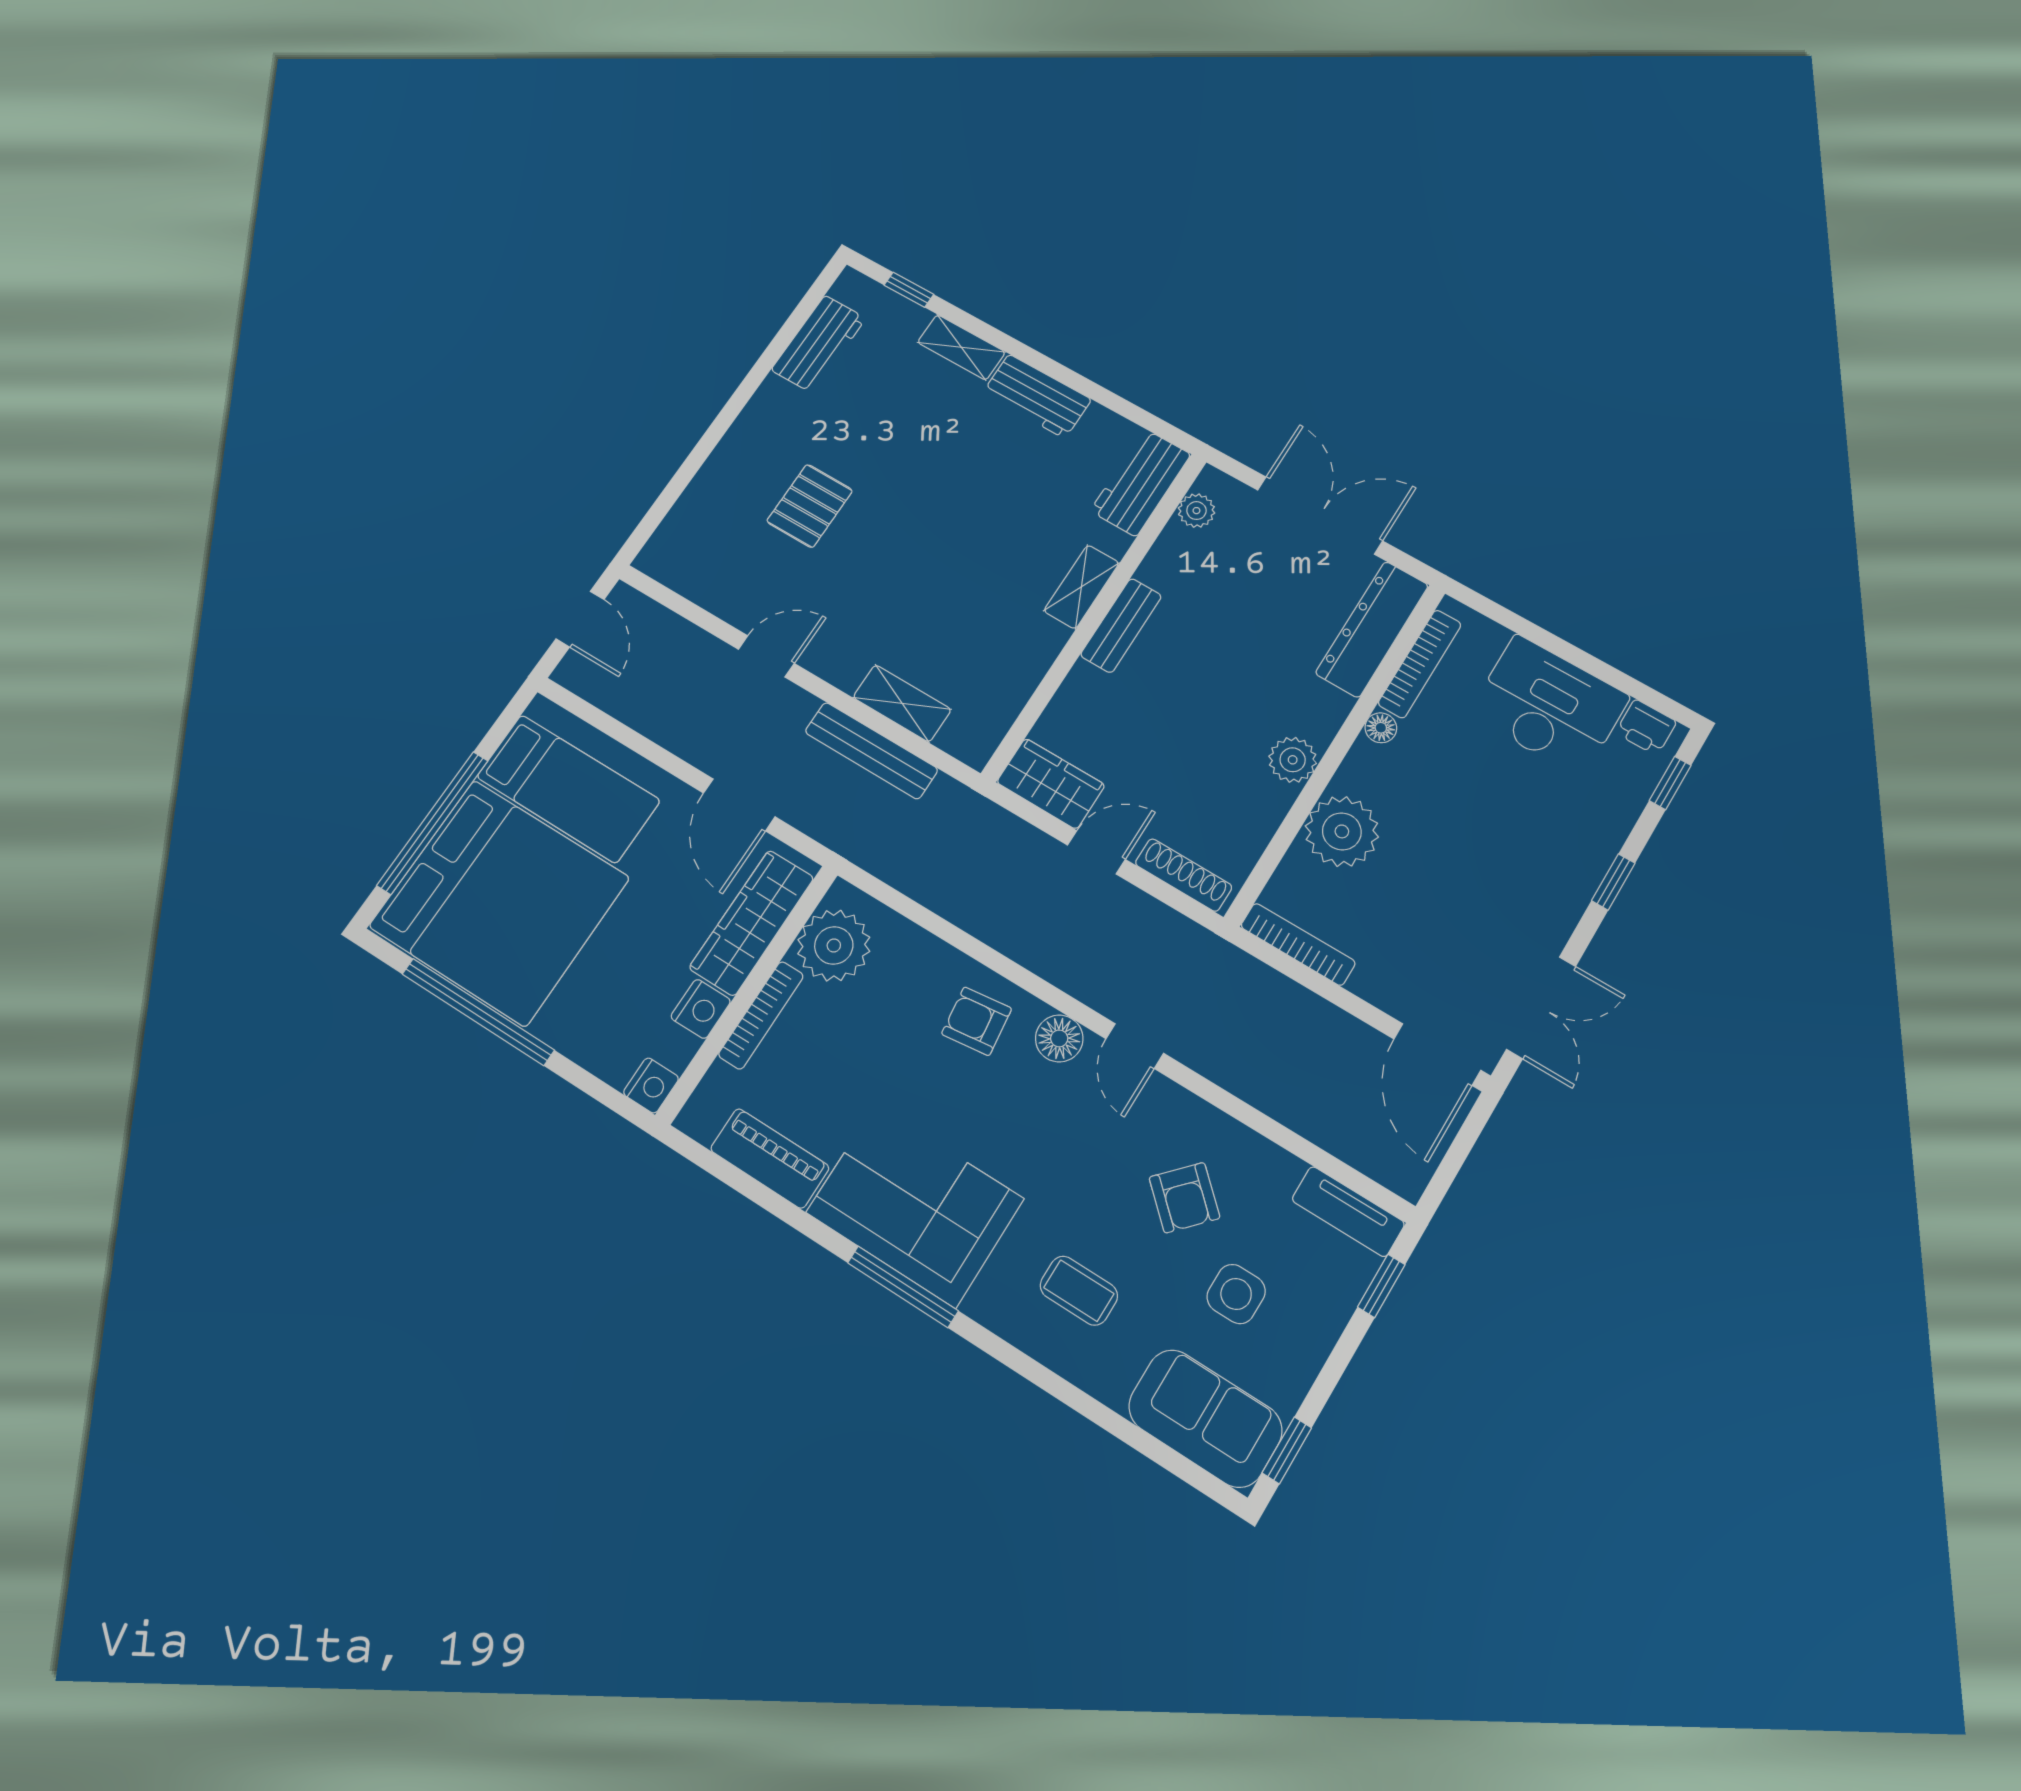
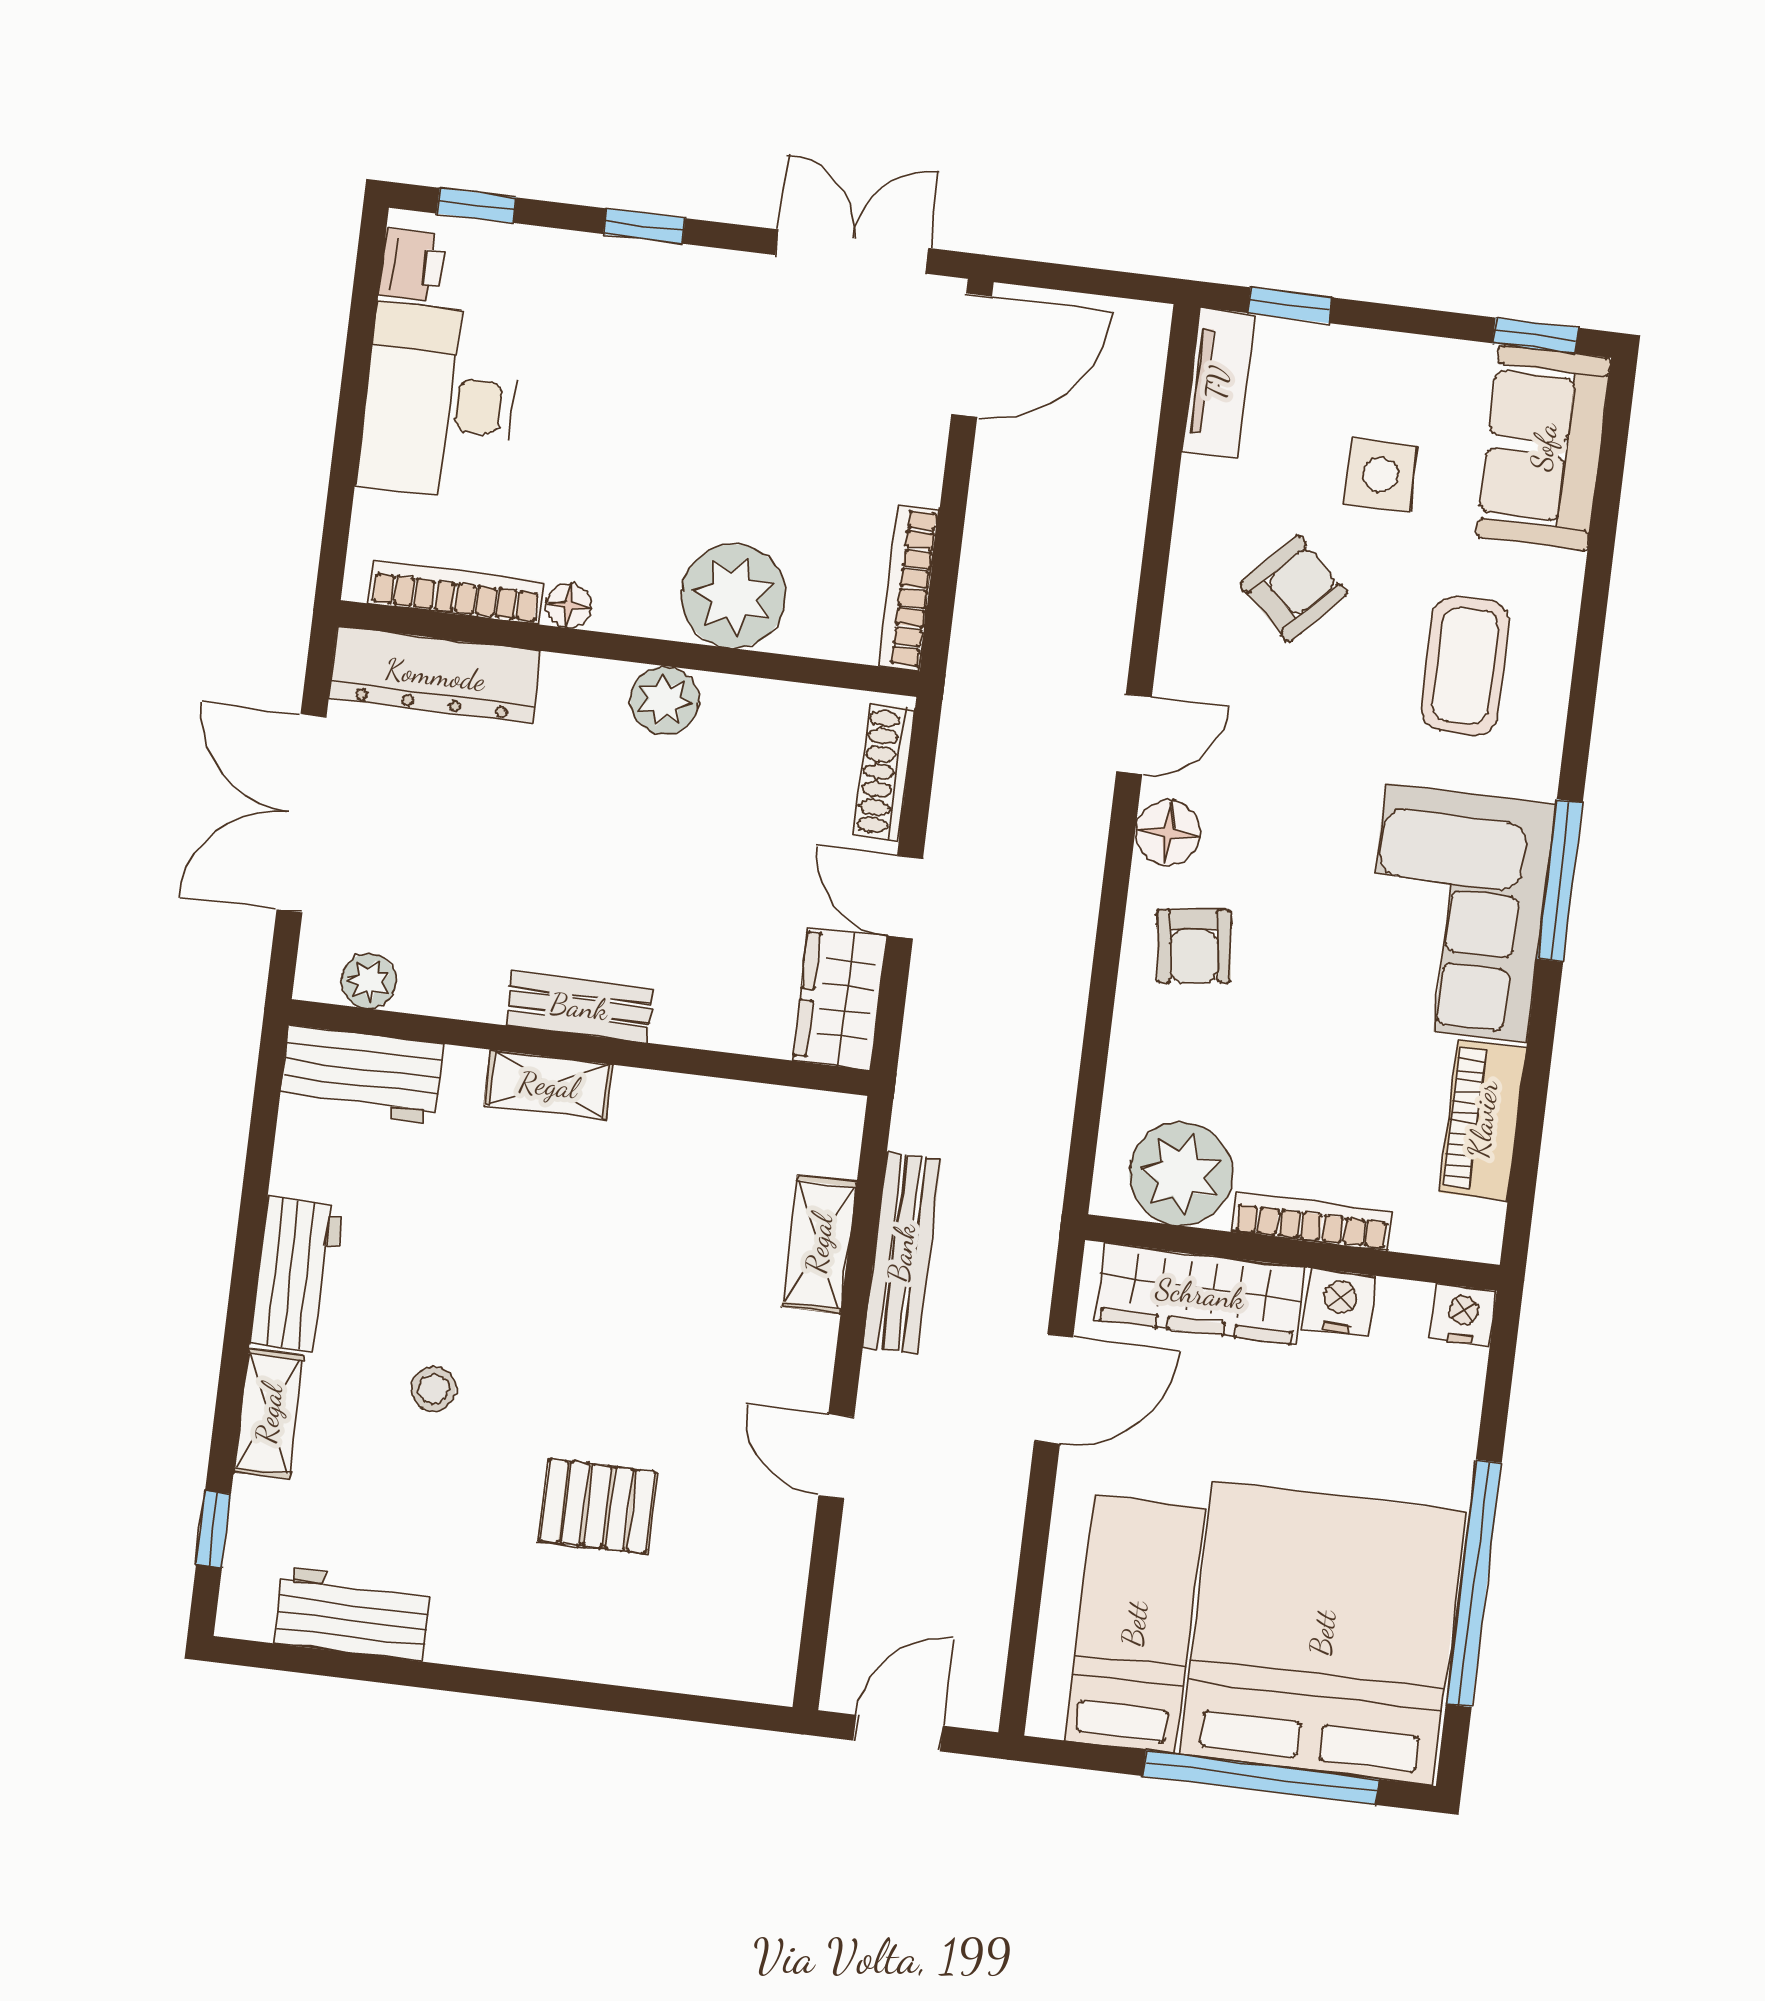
stool: (929, 444) -> (433, 1389), added
coffee table: (1079, 1291) -> (1465, 666), width x1.36, depth x1.30

